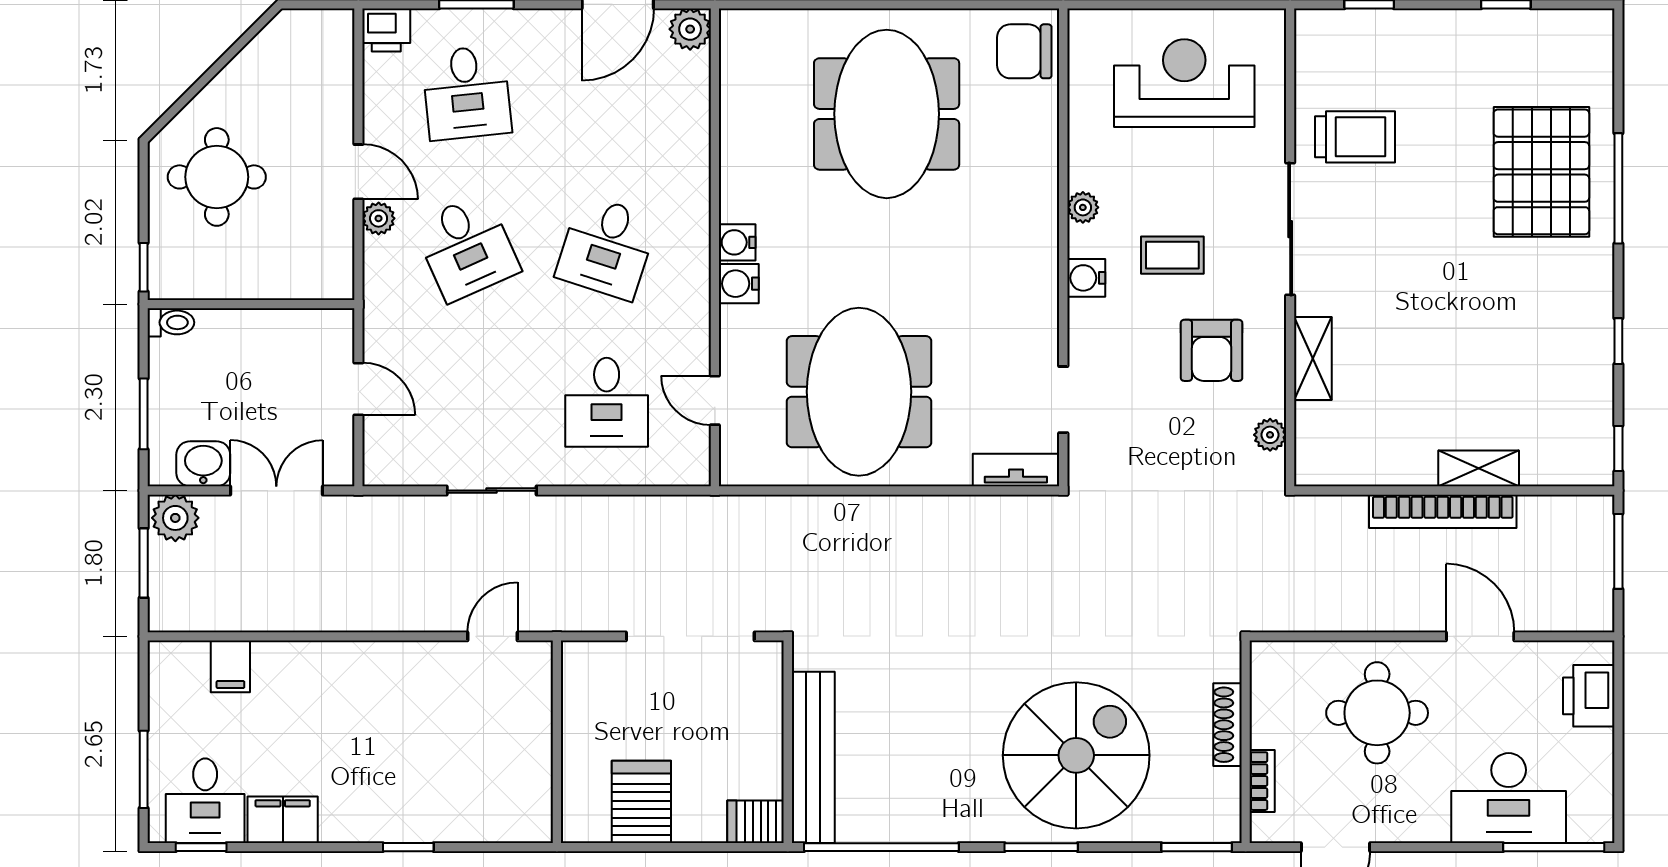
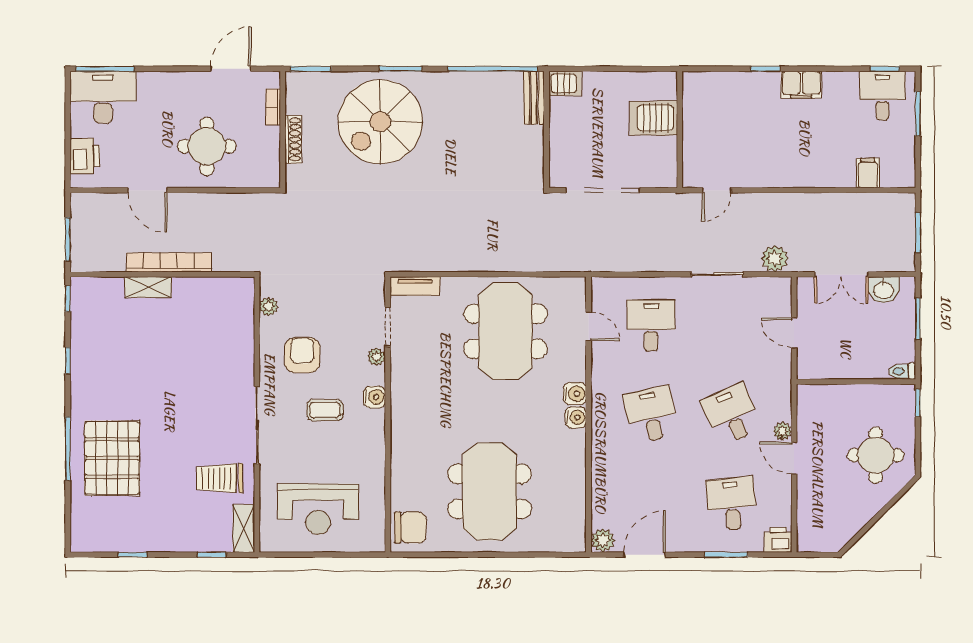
plant: (1083, 207) -> (376, 357), moved
desk: (607, 247) -> (651, 415), turned -30
shelving: (1313, 358) -> (244, 528), moved
plant: (175, 518) -> (775, 259), moved
bench: (813, 757) -> (534, 98), width x0.54, depth x0.82
desk: (1509, 798) -> (103, 97), moved
server rack: (641, 802) -> (654, 118), moved, turned 90
filing cabinet: (283, 820) -> (801, 85), moved

